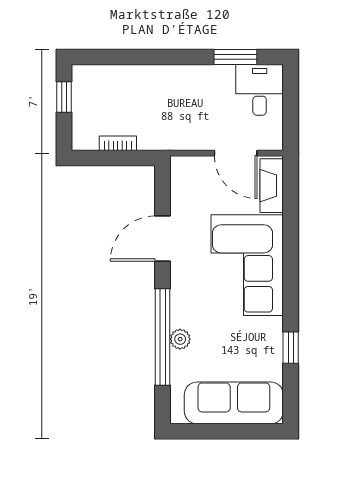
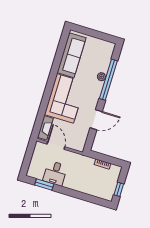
desk: (260, 90) -> (55, 173), moved
window: (291, 348) -> (58, 60), removed
sofa: (234, 403) -> (72, 55), moved, turned -90

